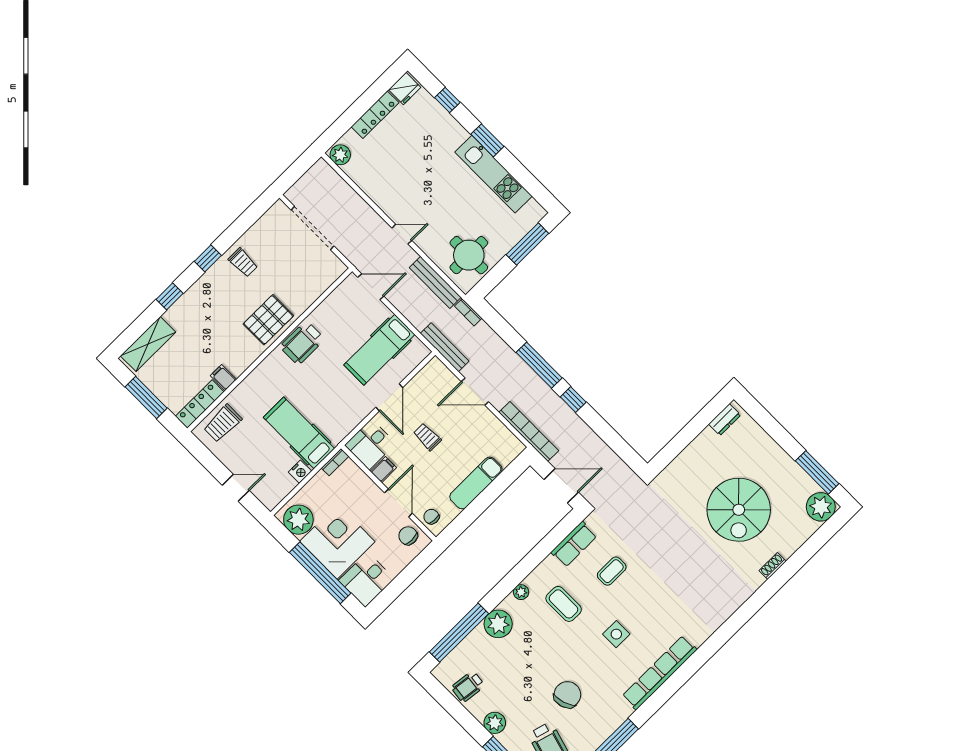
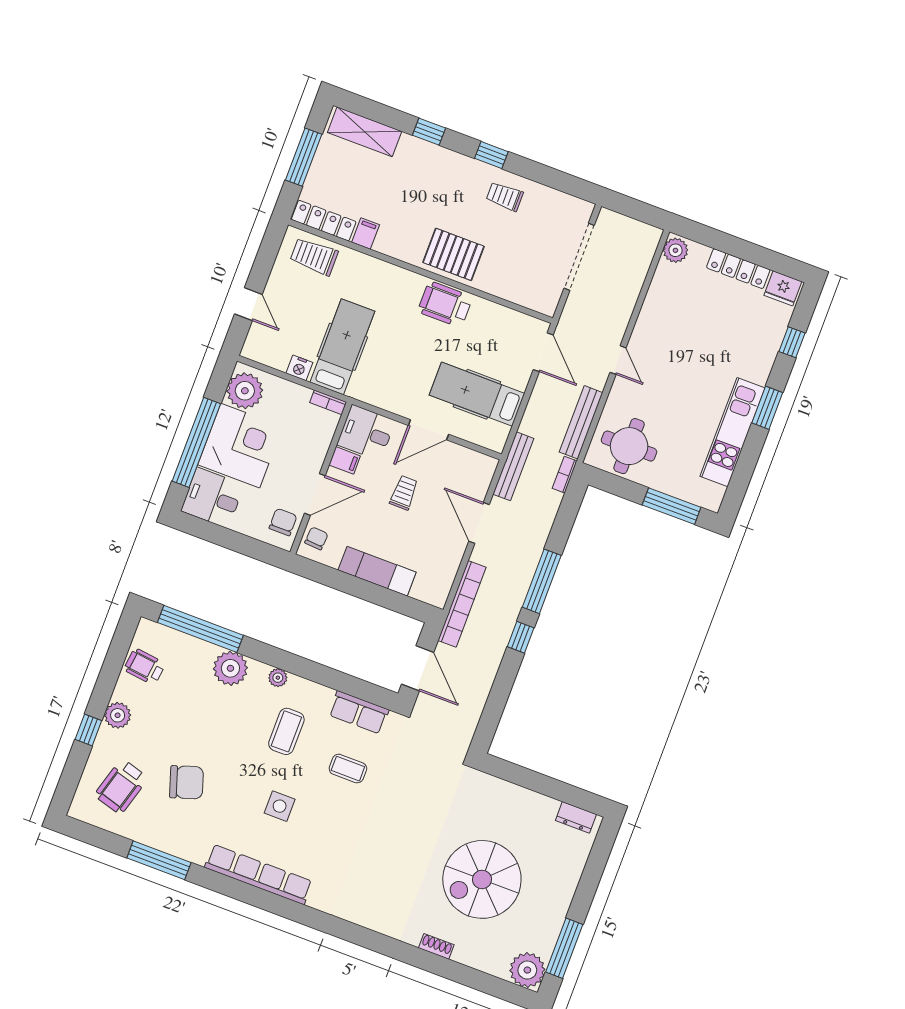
trolley: (243, 262) -> (505, 196), turned 90

